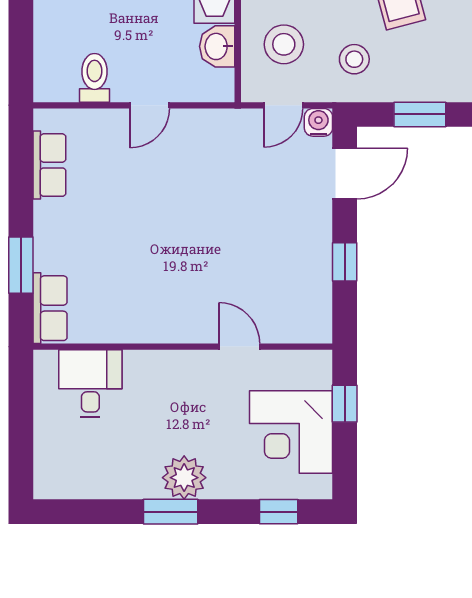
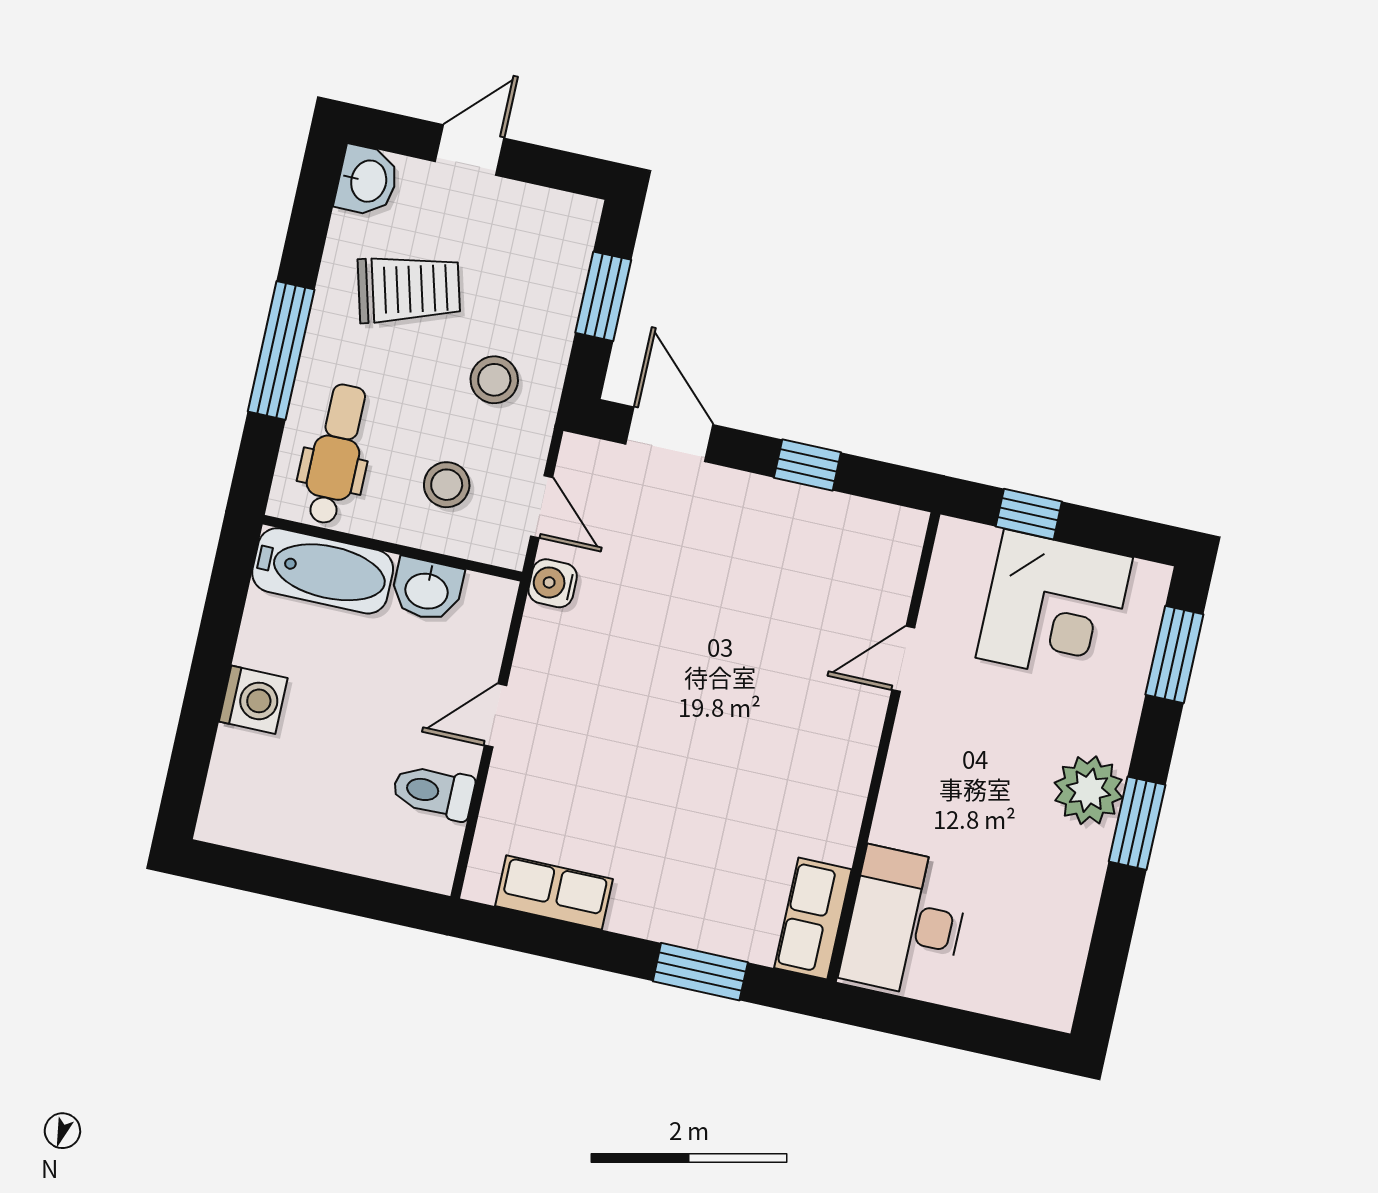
stool: (284, 44) -> (447, 485), width x0.73, depth x0.73
door: (150, 105) -> (495, 715), swing flipped
water cooler: (318, 122) -> (553, 583), moved
row of seats: (50, 308) -> (813, 919), moved, turned -90
desk: (90, 384) -> (905, 922), width x1.37
window: (279, 512) -> (1174, 655), width x1.50

